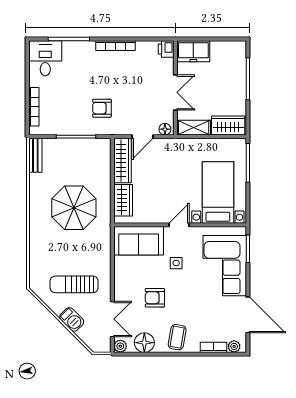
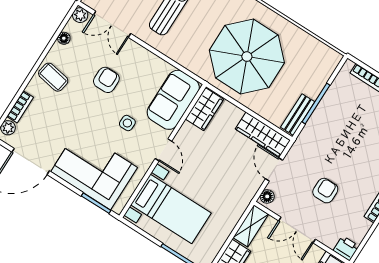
armchair: (102, 108) -> (325, 191), moved
bench: (35, 155) -> (298, 115), moved, turned 90
wardrobe: (123, 200) -> (204, 109), moved, turned -90
parasol: (74, 208) -> (247, 57), width x1.36, depth x1.36
floor lamp: (144, 343) -> (64, 38), width x0.53, depth x0.53

